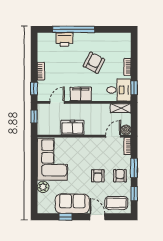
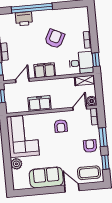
armchair: (98, 176) -> (61, 126), moved
window: (65, 217) -> (41, 191), removed

